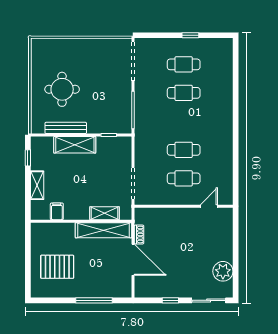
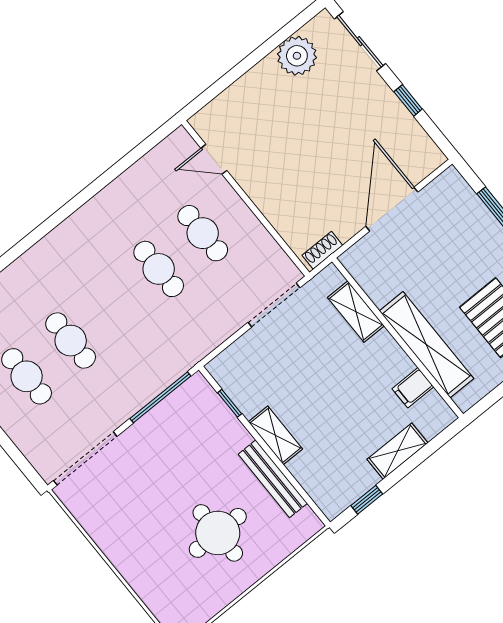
shelving: (75, 145) -> (275, 435), width x0.67, depth x0.75
shelving: (103, 230) -> (426, 345), moved
shoe rack: (139, 235) -> (322, 250), moved

